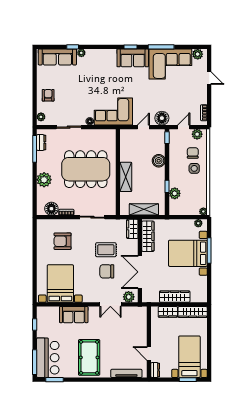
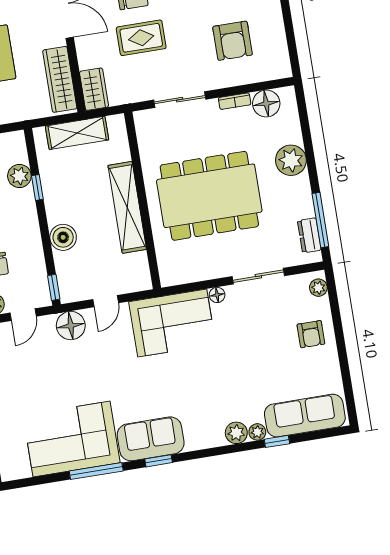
plant: (198, 54) -> (236, 433), moved
shelving: (126, 177) -> (127, 207), width x1.47
armchair: (63, 241) -> (233, 41), turned 90

